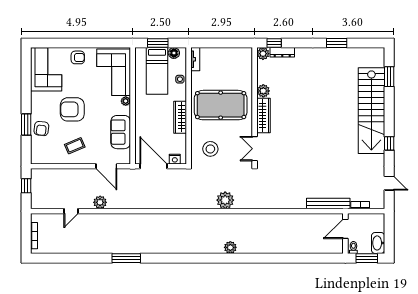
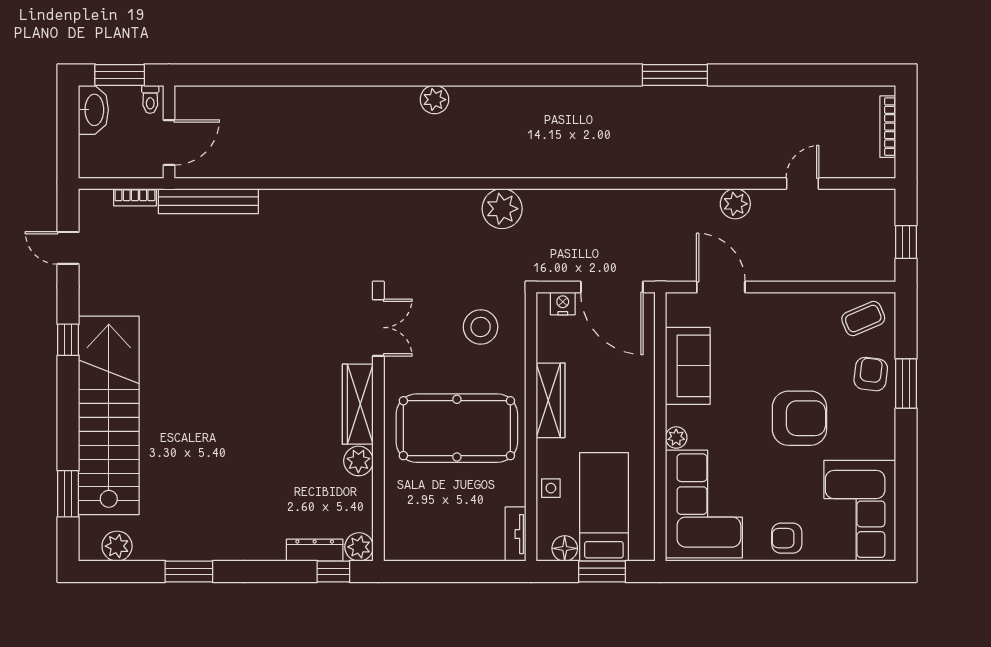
plant: (368, 54) -> (117, 546), added
coffee table: (75, 146) -> (863, 319), moved
plant: (225, 200) -> (502, 209), moved

